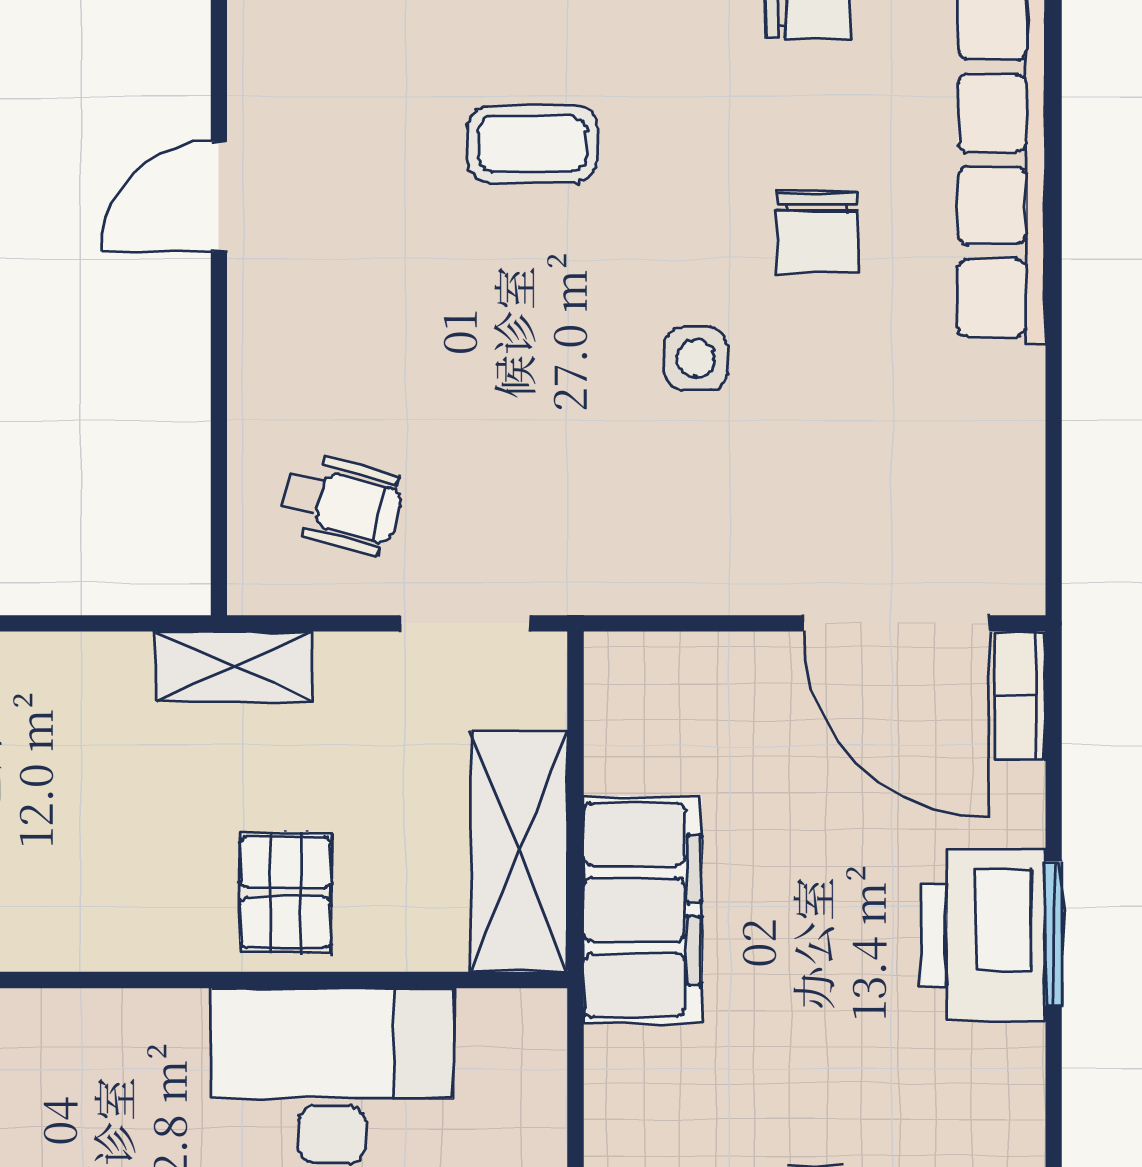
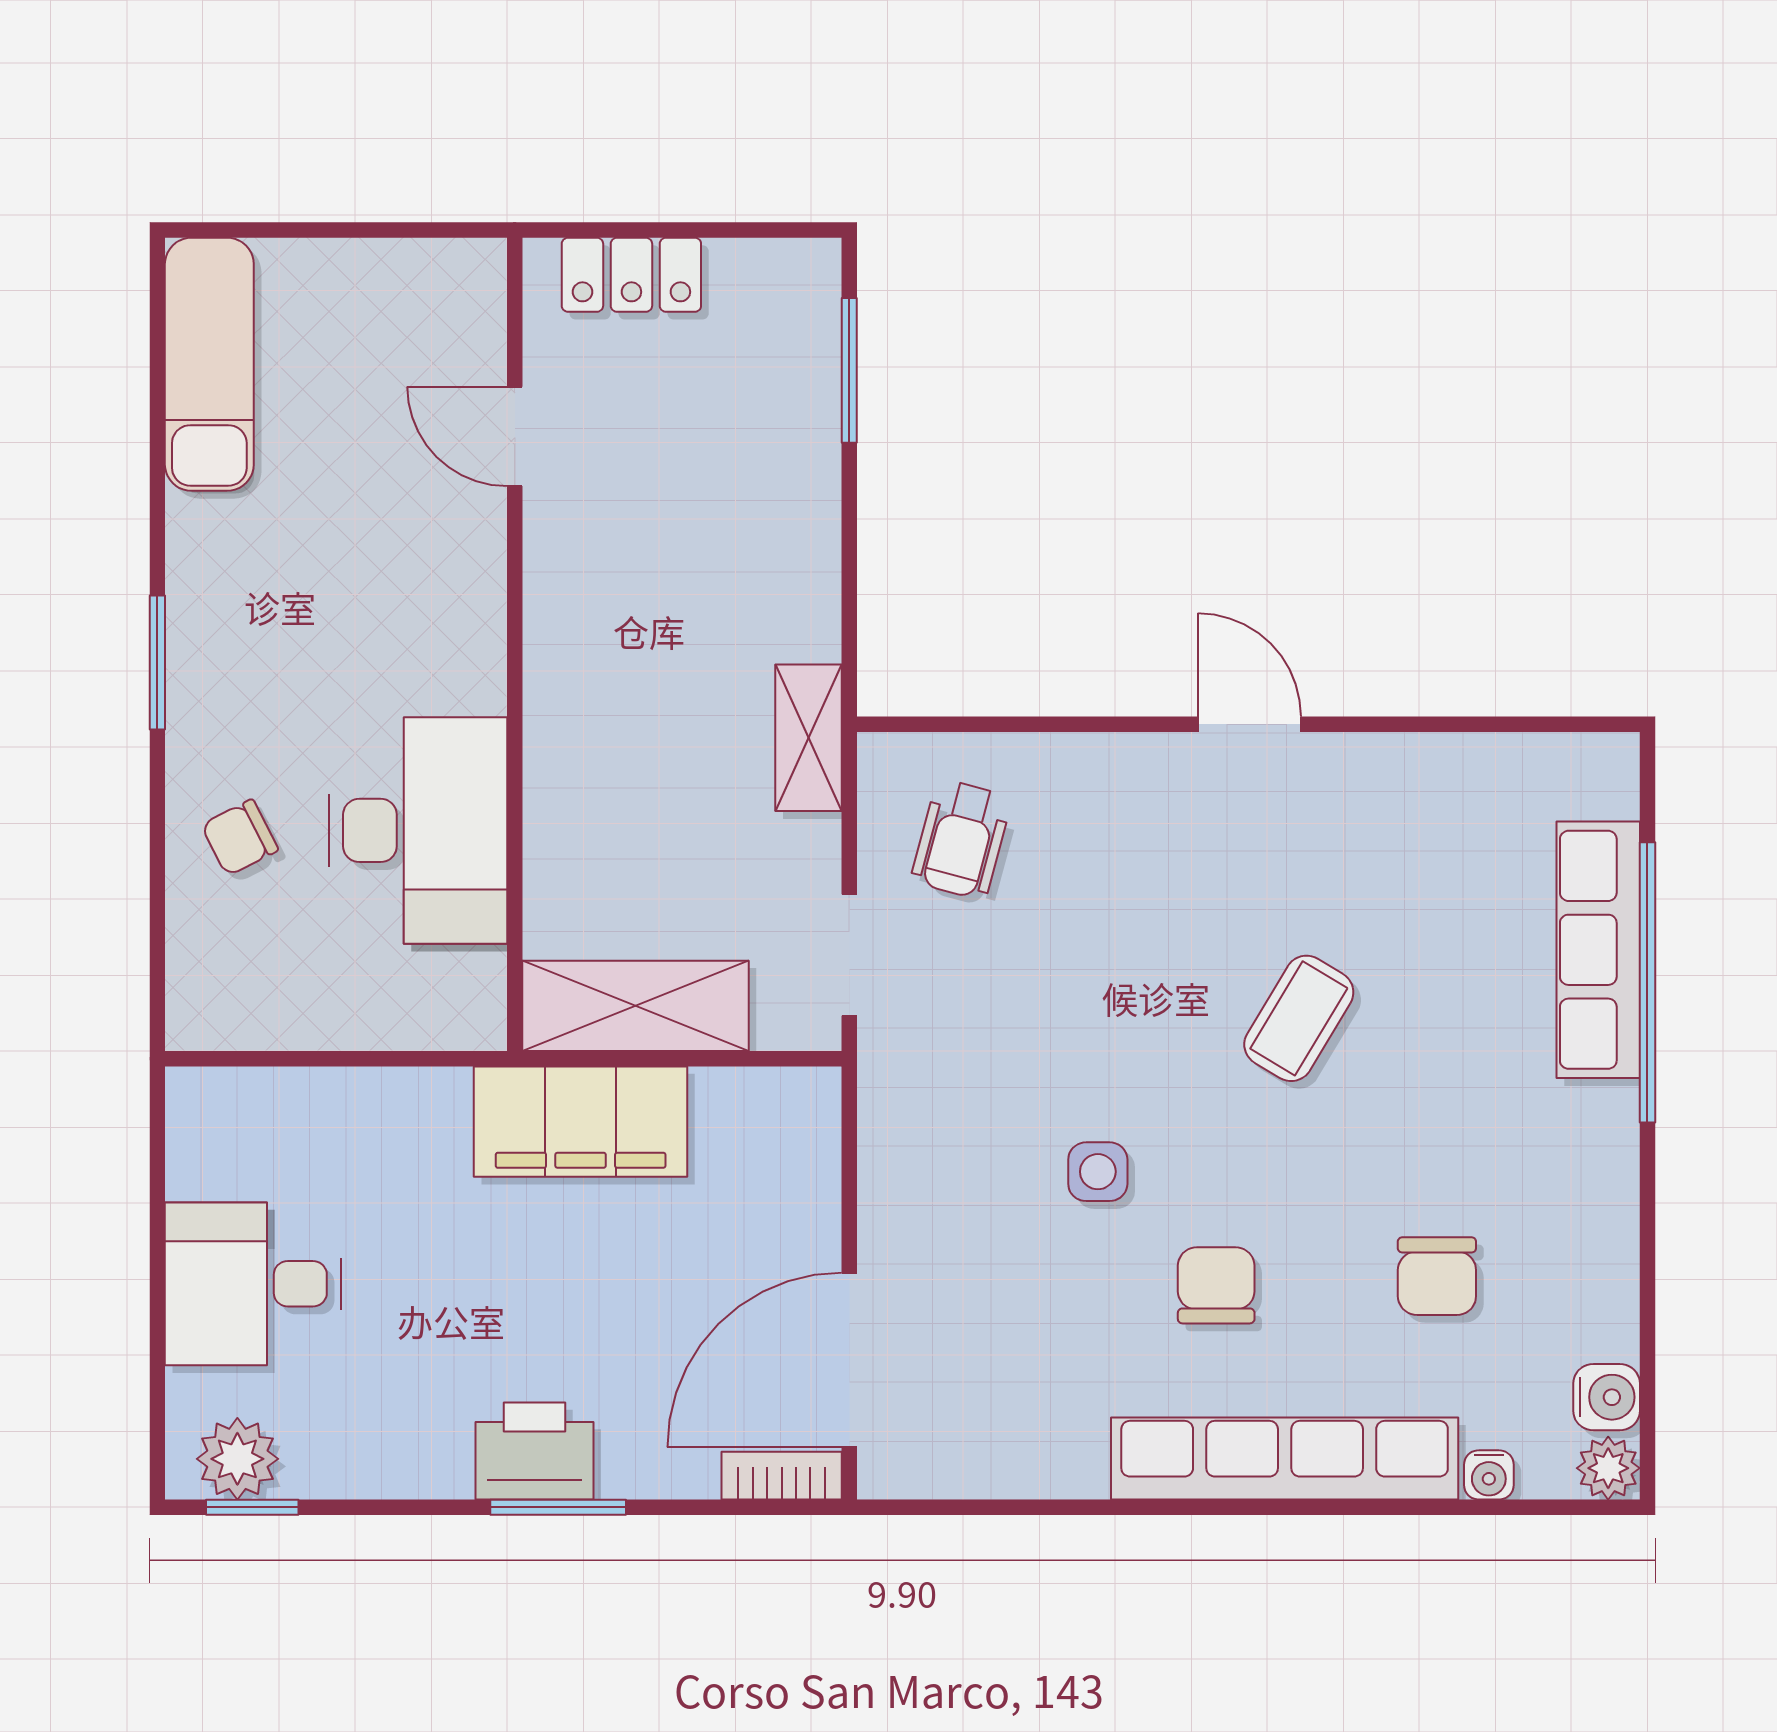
coffee table: (532, 144) -> (1299, 1018), turned 31
chair: (817, 232) -> (1216, 1285), turned 90
pallet: (286, 892) -> (597, 787), removed
printer: (984, 935) -> (535, 1451), width x0.73, depth x0.84

